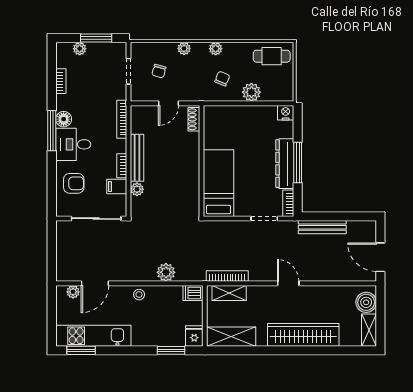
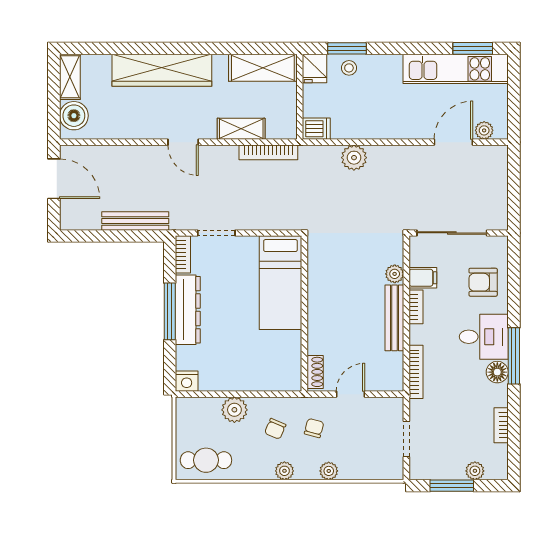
chair: (159, 71) -> (314, 428), moved
shelving: (229, 293) -> (241, 129), moved
stool: (139, 295) -> (349, 68), moved

